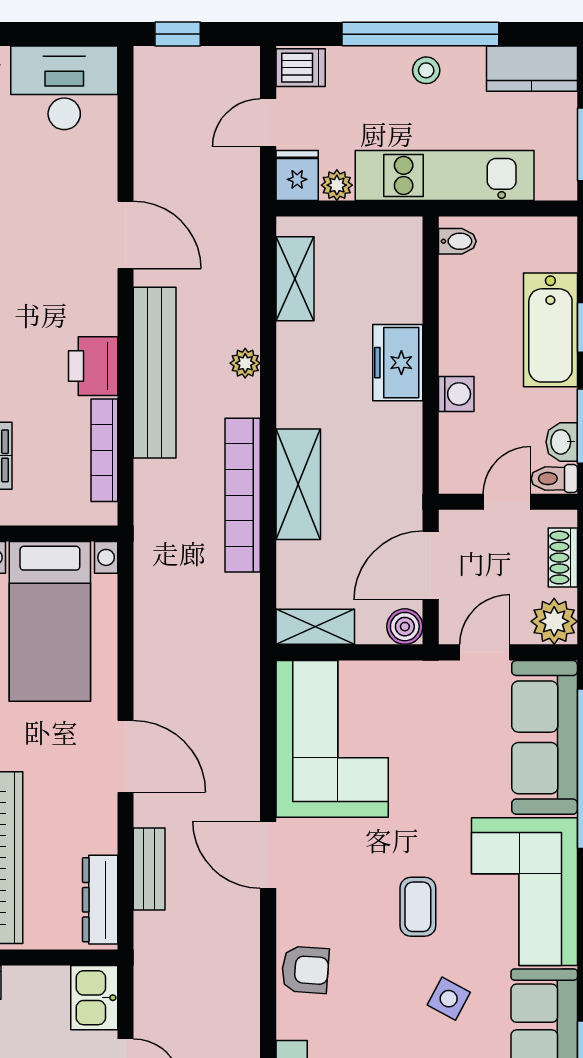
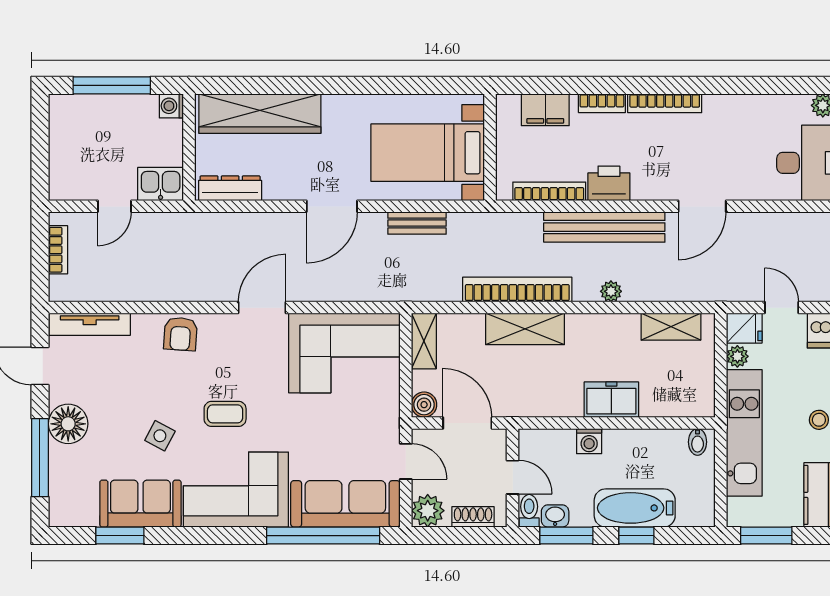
bench: (149, 869) -> (417, 223), moved

